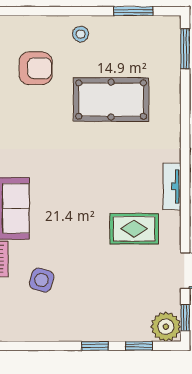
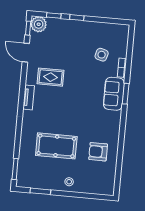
armchair: (36, 68) -> (98, 152), moved

